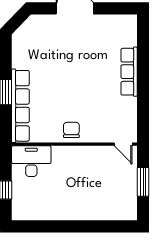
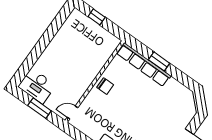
desk: (31, 161) -> (37, 86), moved, turned 90

